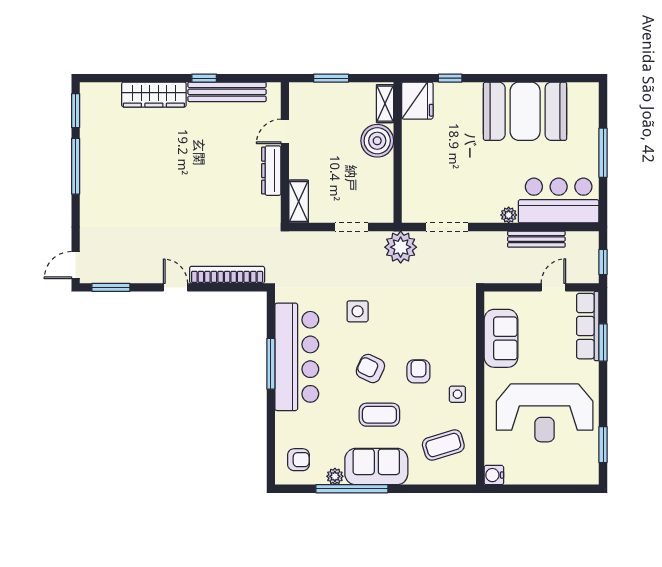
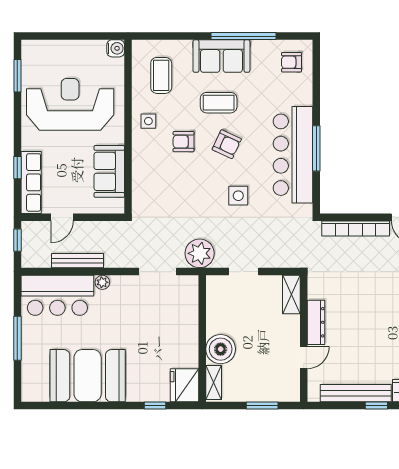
window: (603, 343) -> (17, 168), width x0.67
armchair: (418, 371) -> (184, 142), turned 90
coffee table: (443, 445) -> (161, 75), turned -73
plant: (335, 476) -> (259, 47), removed

